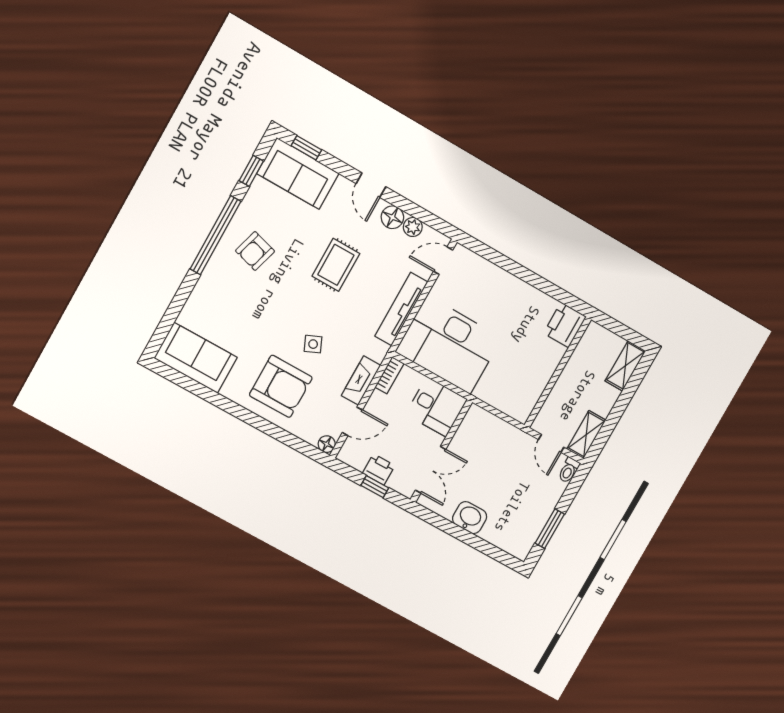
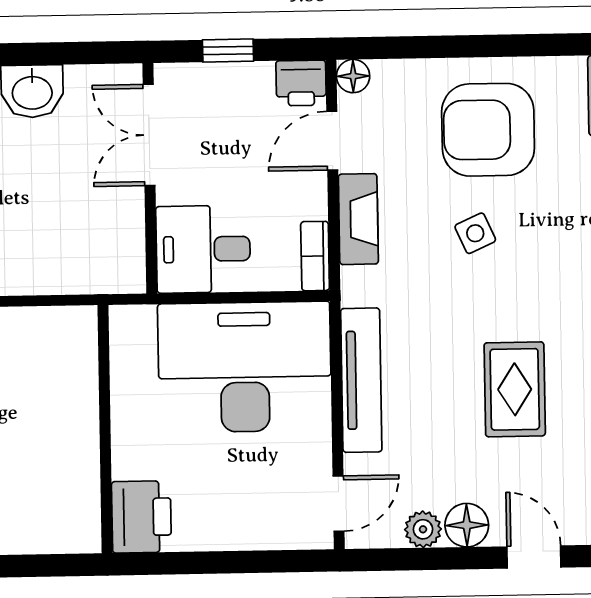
printer: (565, 325) -> (141, 517), moved
wall: (558, 372) -> (105, 429), moved
printer: (379, 469) -> (301, 83), moved

